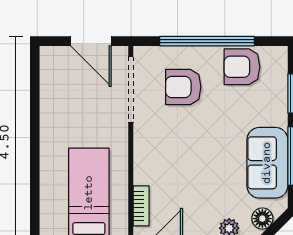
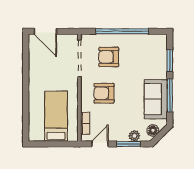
door: (91, 41) -> (45, 31), moved
armchair: (242, 67) -> (104, 93), moved

